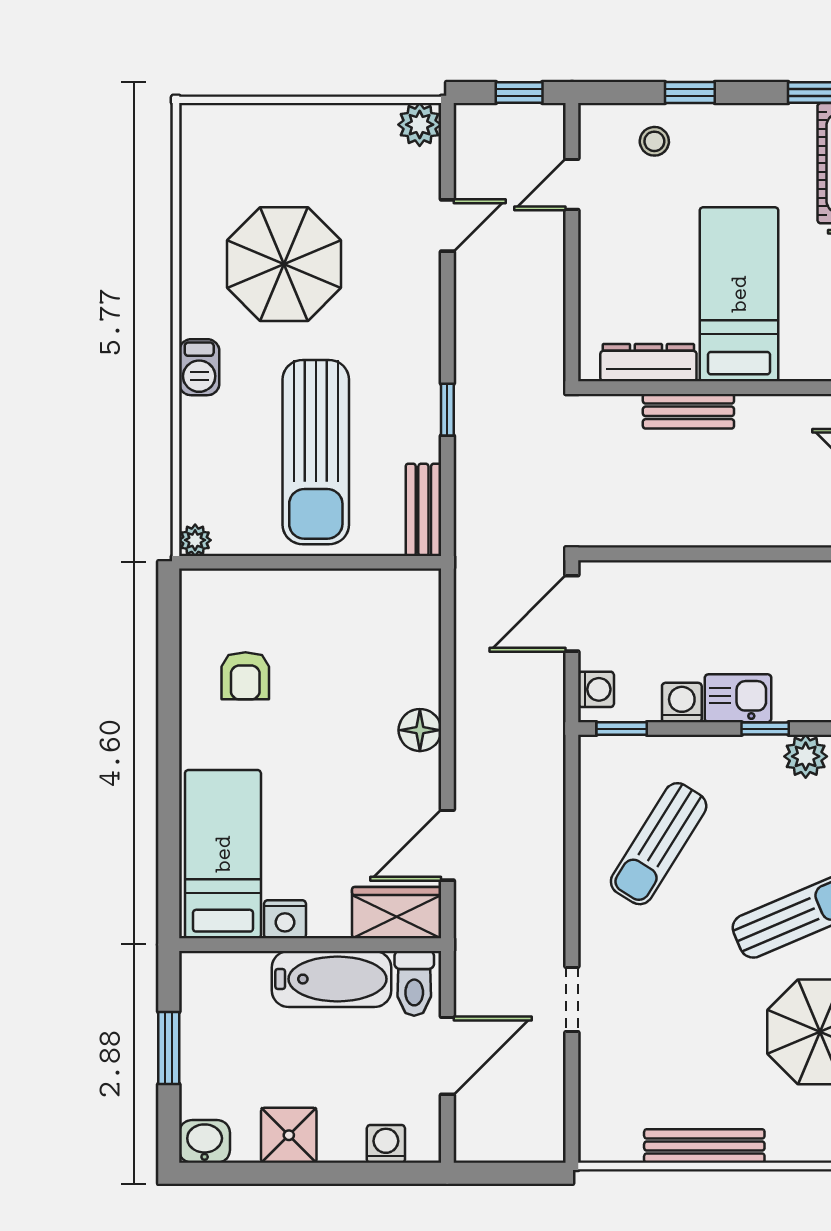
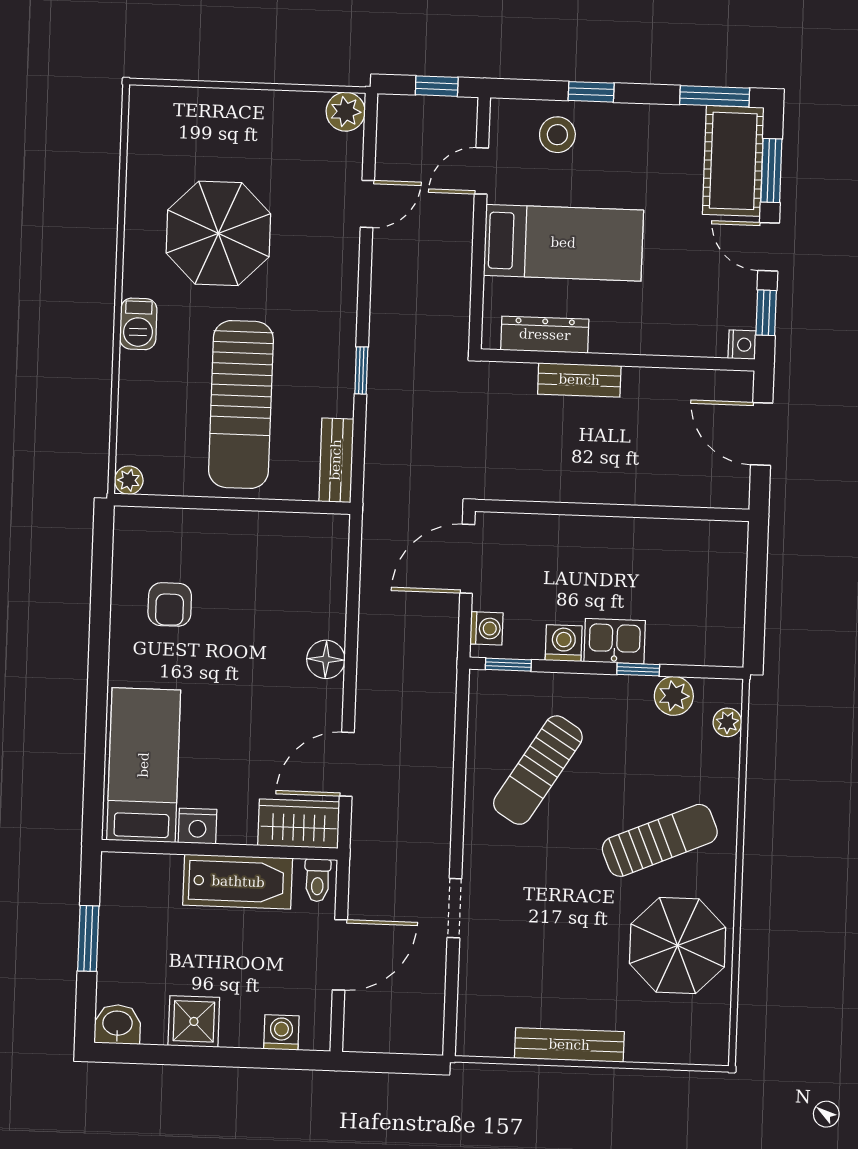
stool: (654, 141) -> (557, 135), width x1.37, depth x1.37
bed: (739, 294) -> (563, 243), moved, turned 90
toilet: (414, 983) -> (317, 880), width x0.73, depth x0.72

